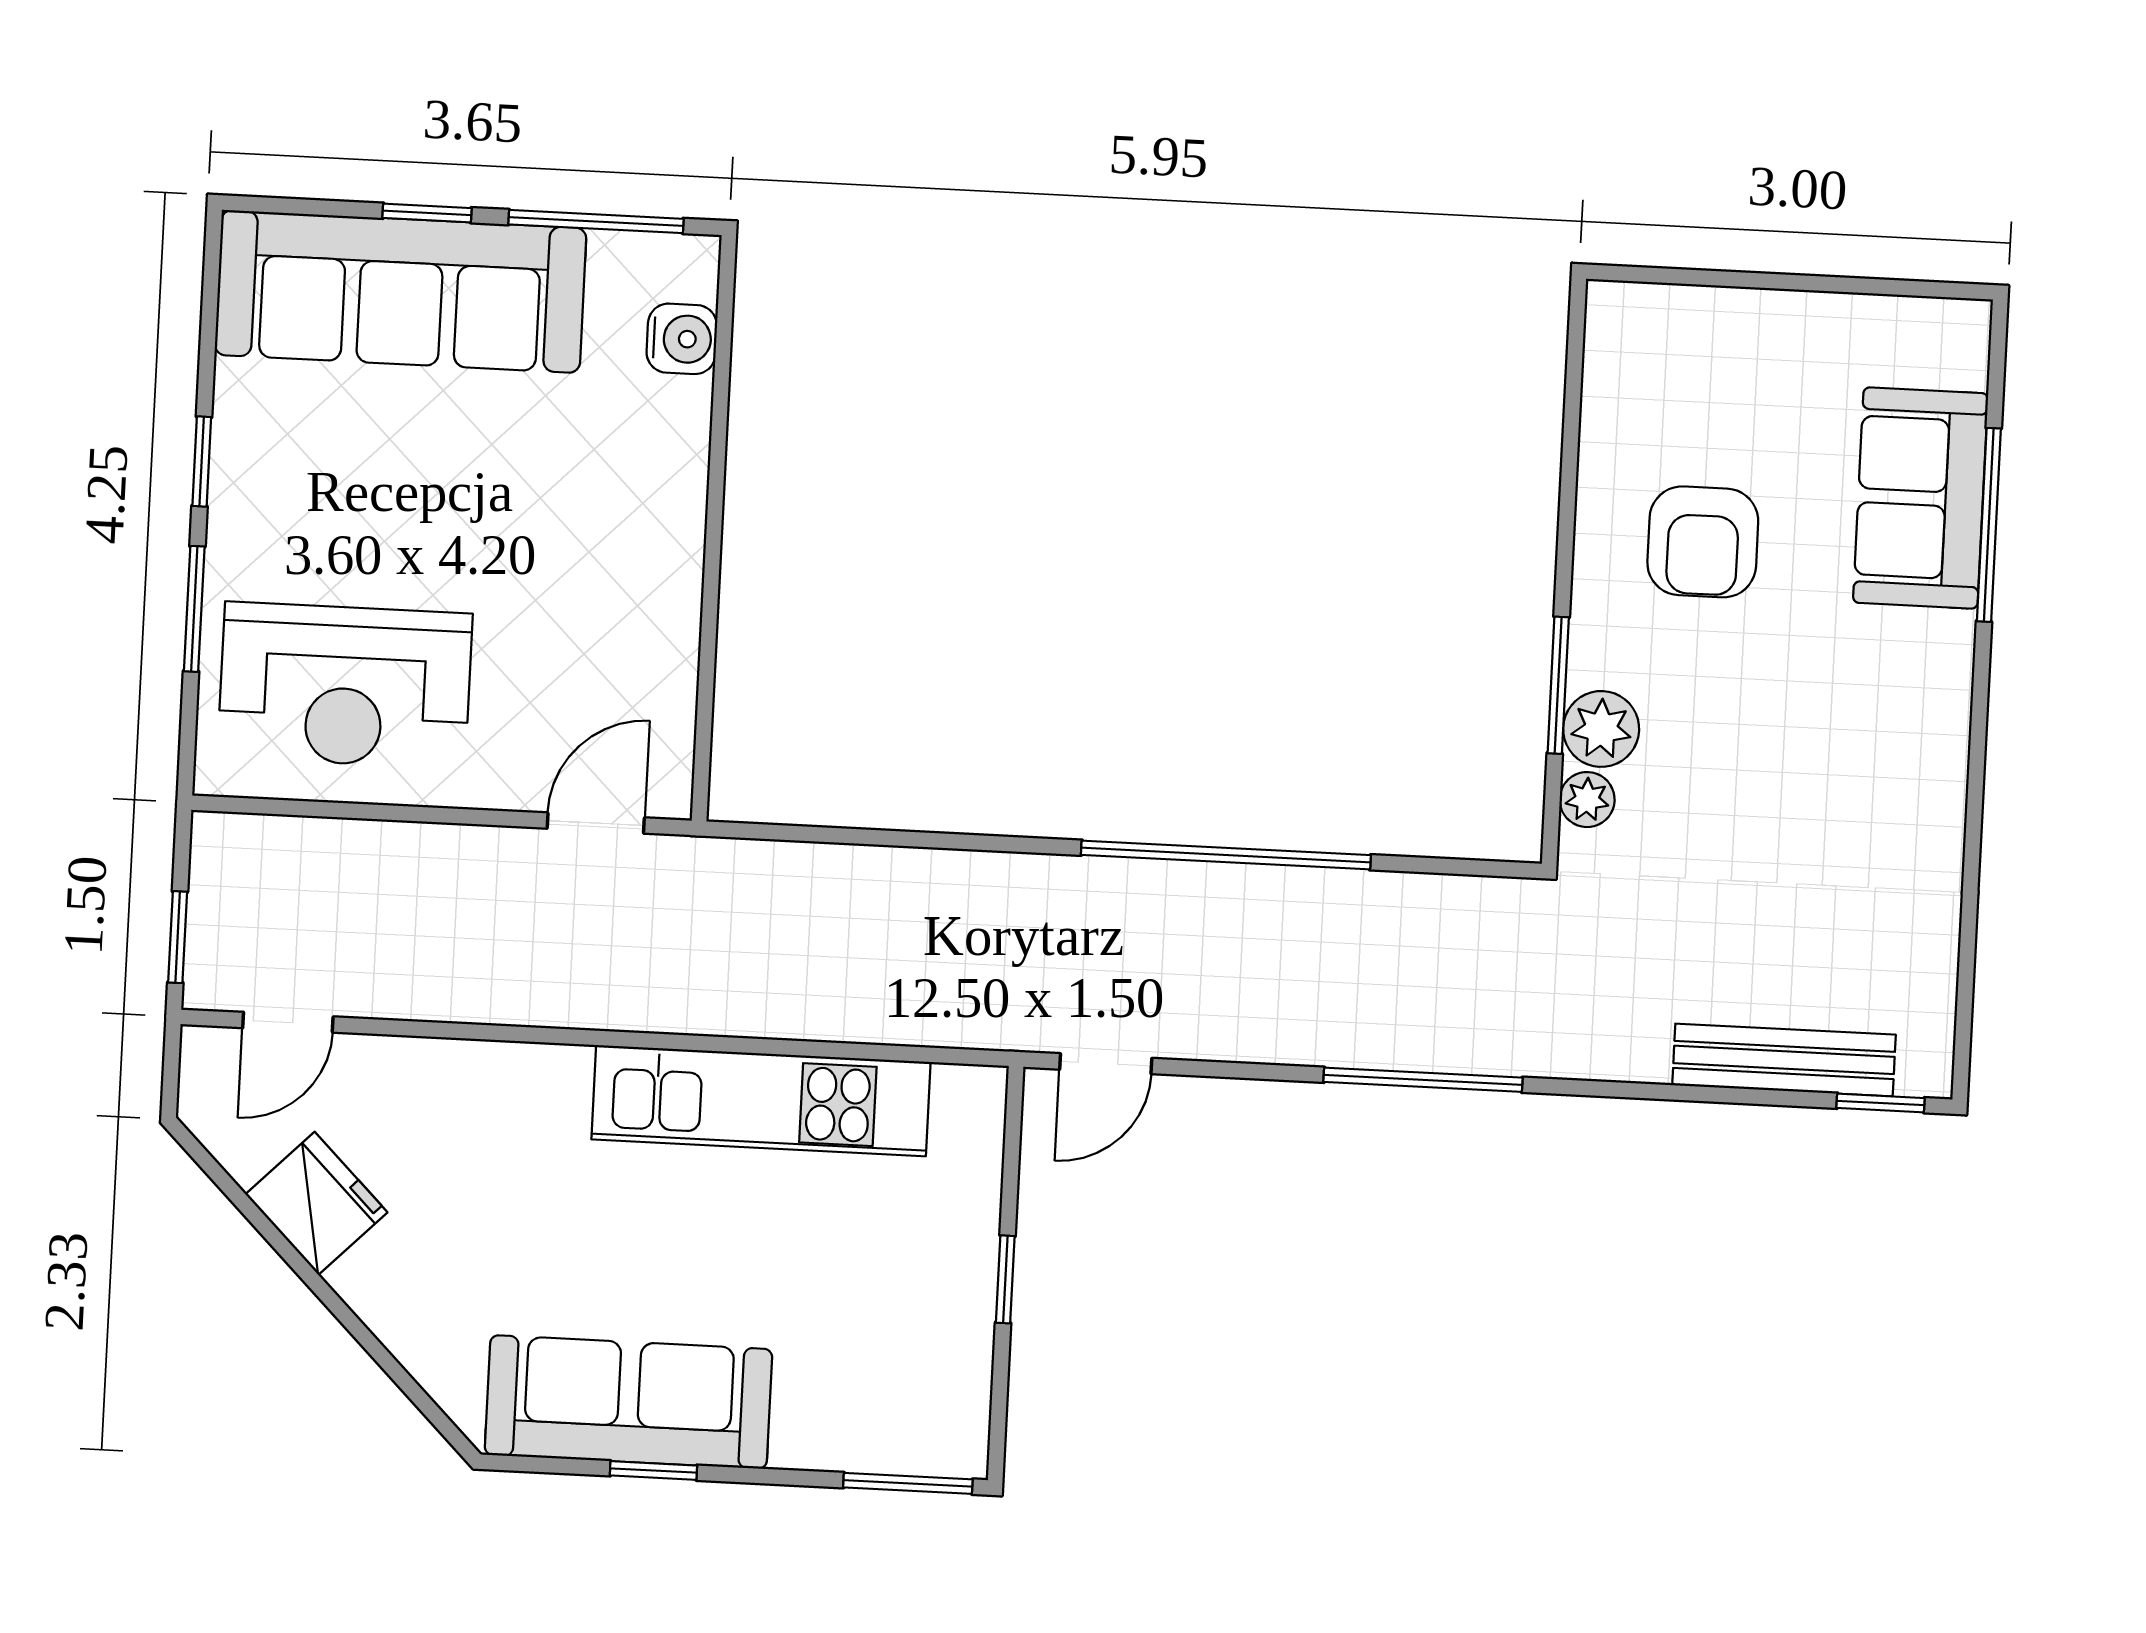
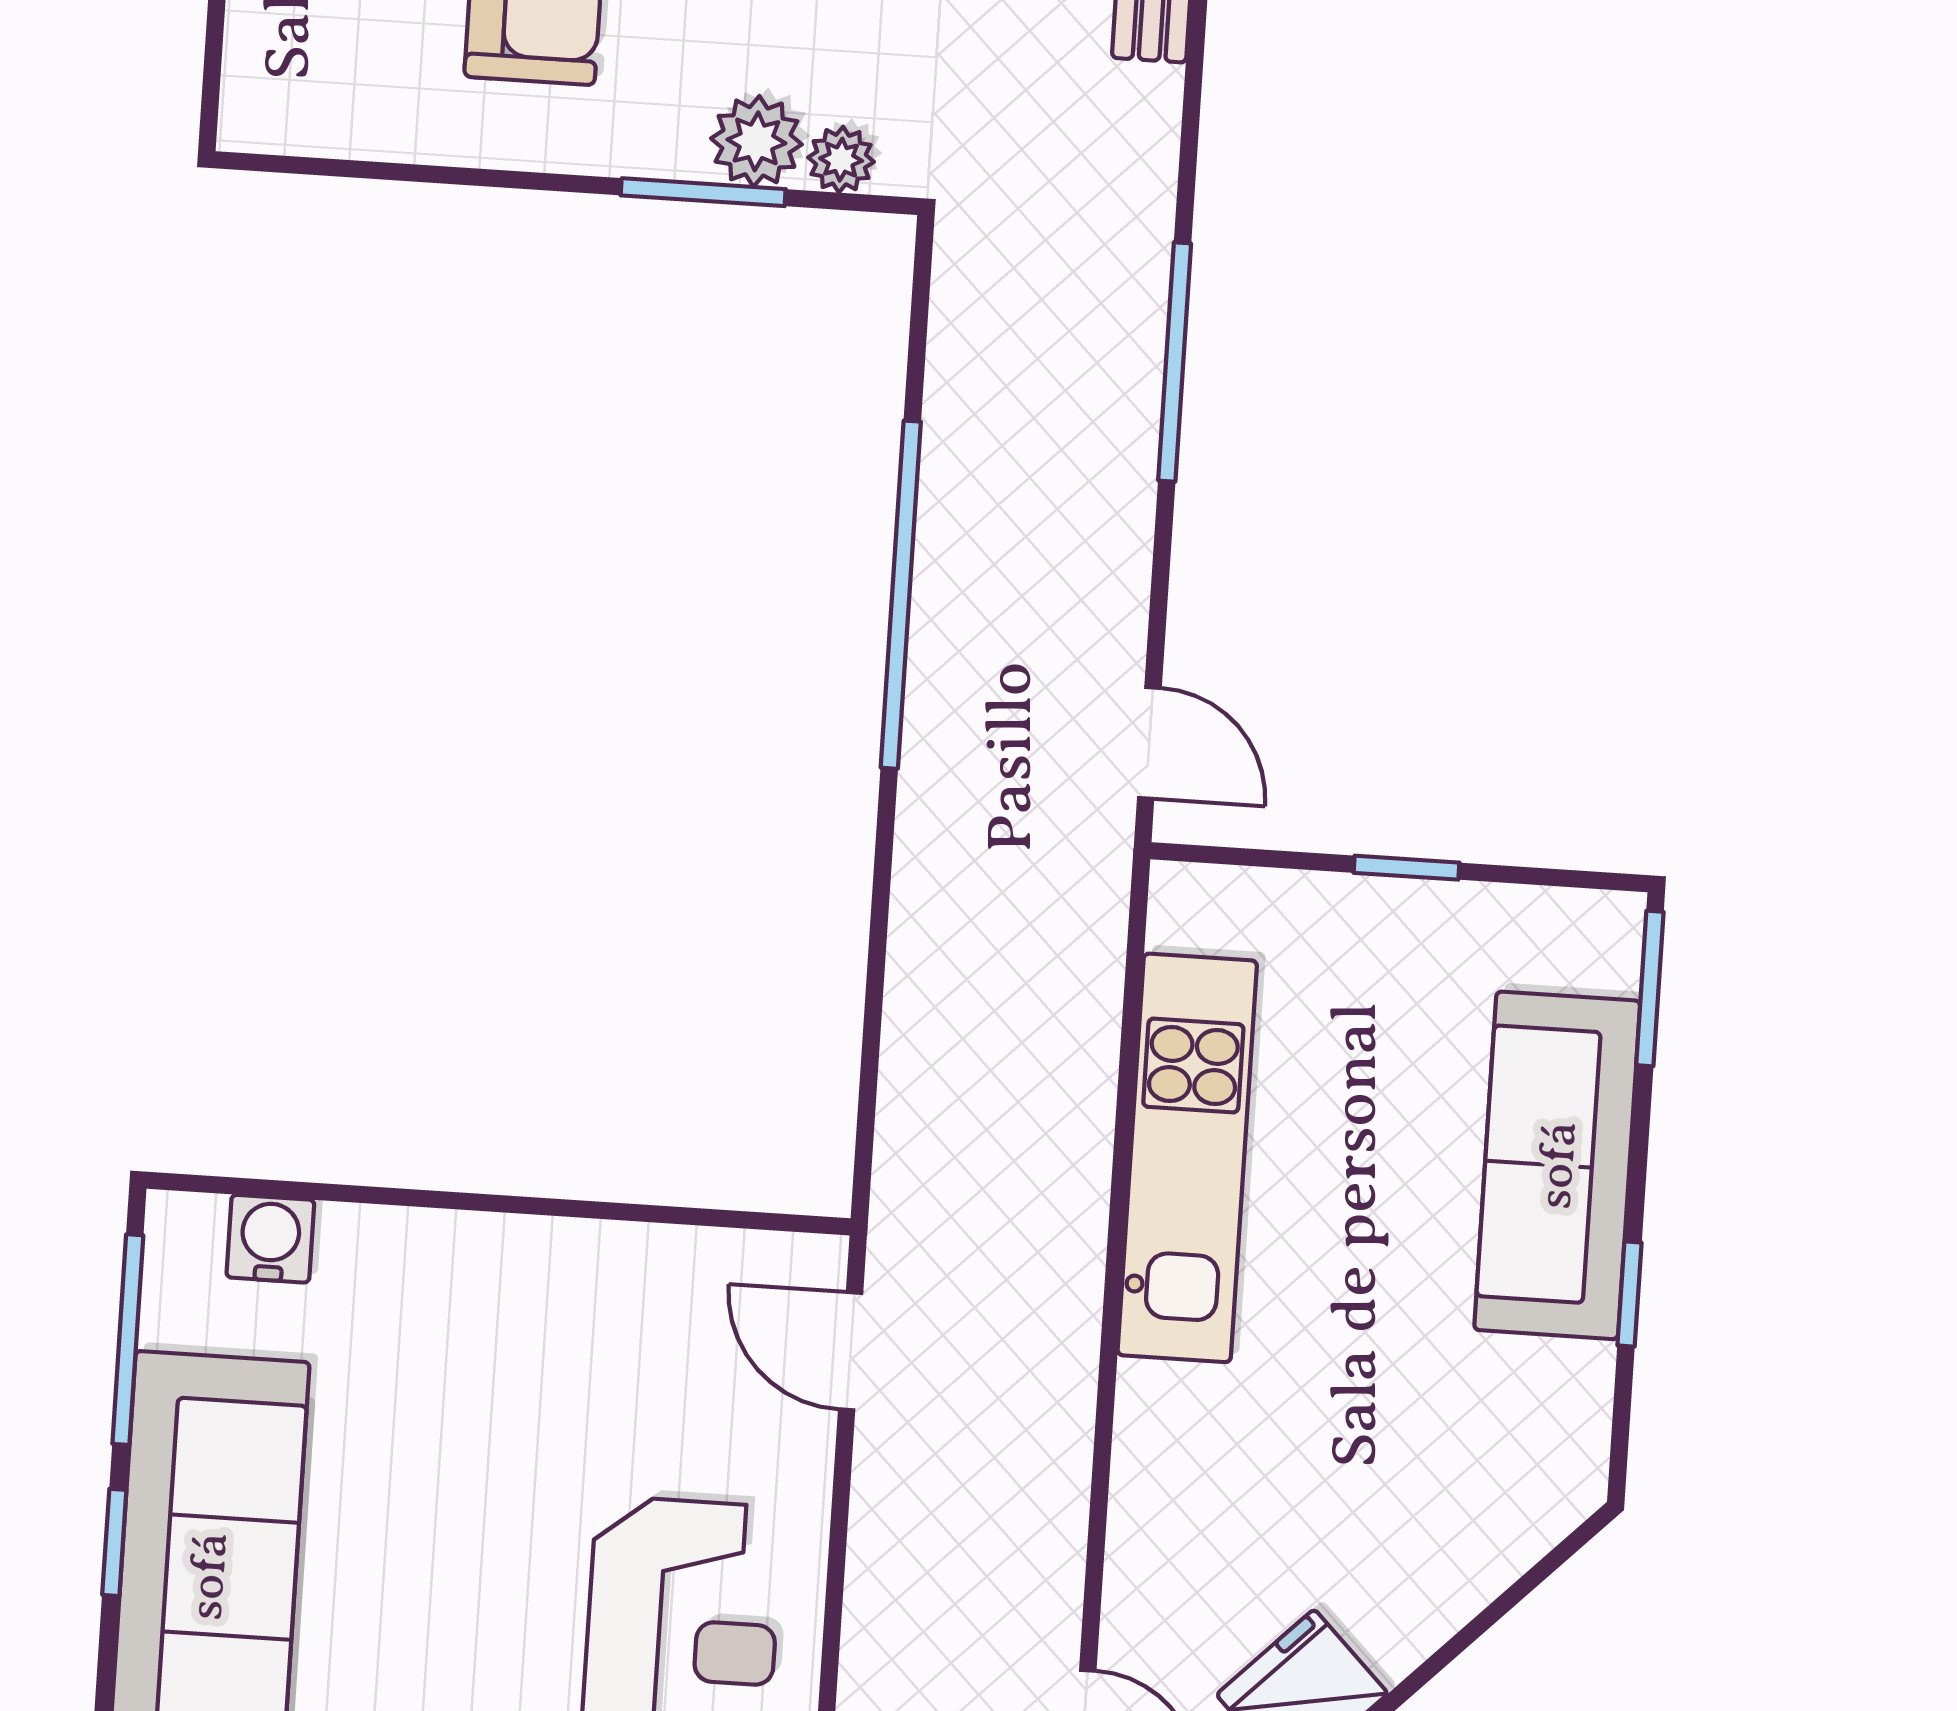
sofa: (628, 1402) -> (1557, 1165), moved

